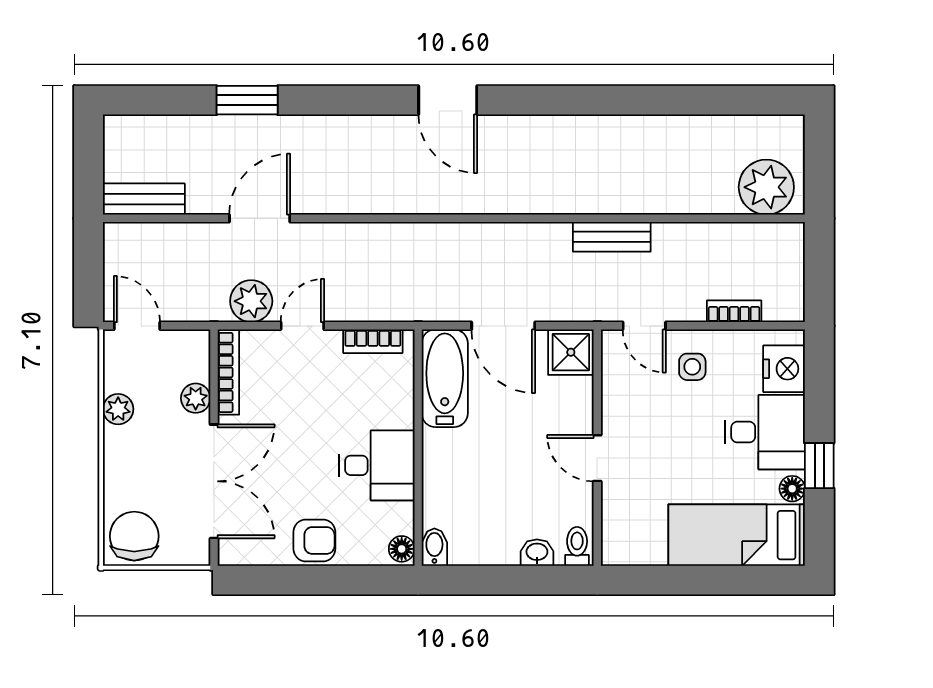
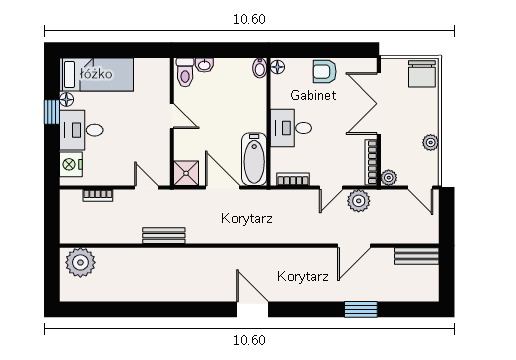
side table: (692, 367) -> (120, 165), removed
plant: (196, 398) -> (389, 178), moved
desk: (377, 465) -> (291, 128), moved
toilet: (577, 546) -> (185, 72), width x1.37, depth x1.39

